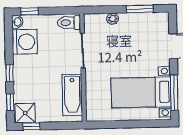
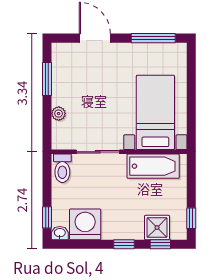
bed with nightstands: (141, 92) -> (155, 112), moved, turned 180
shower: (25, 113) -> (157, 228), moved

